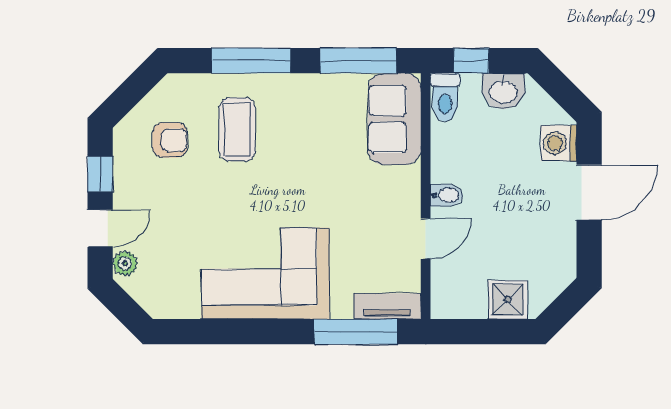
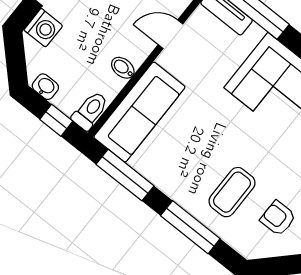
washbasin: (503, 91) -> (45, 87), width x0.72, depth x0.69
sofa: (394, 119) -> (139, 112), width x1.36
bidet: (447, 195) -> (123, 68), moved

